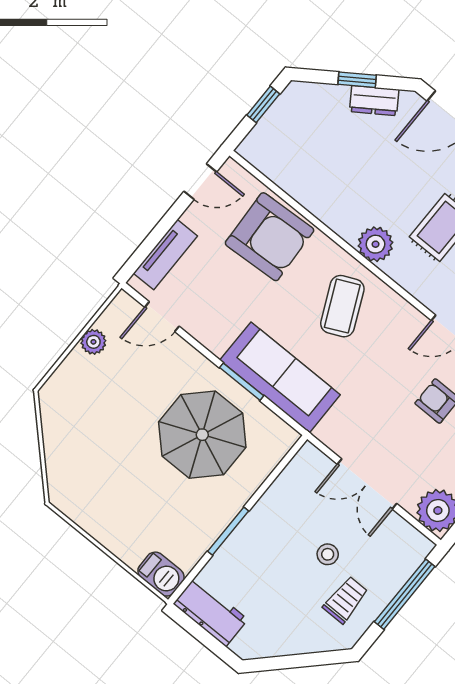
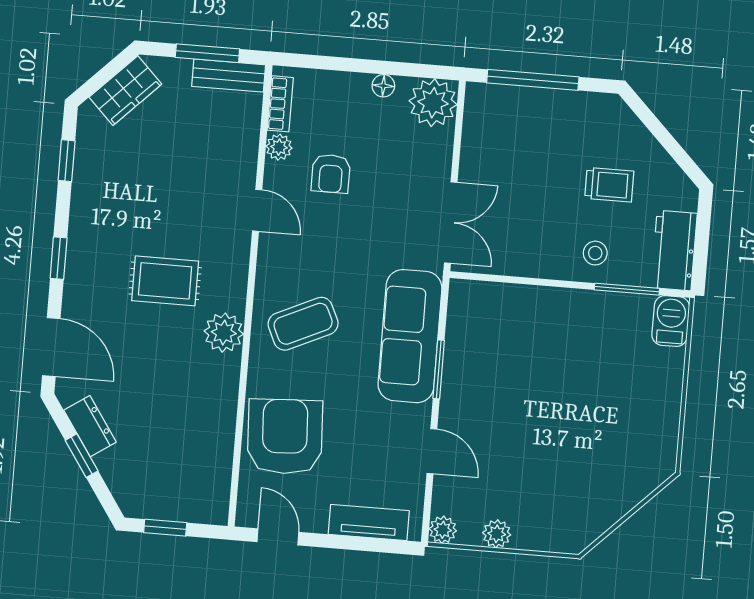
plant: (123, 305) -> (443, 530), added
door: (162, 317) -> (432, 451), moved
parasol: (202, 435) -> (514, 372), removed
double door: (367, 484) -> (451, 223), moved
window: (228, 531) -> (627, 289), moved
stool: (328, 554) -> (595, 253), moved
trolley: (346, 600) -> (609, 185), moved, turned 180

